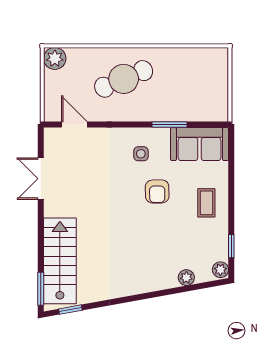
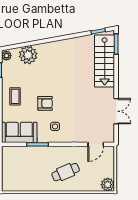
cafe table: (124, 79) -> (66, 172), width x0.73, depth x0.74
door: (74, 124) -> (96, 144), hinge flipped
armchair: (157, 191) -> (45, 103), turned 91
plant: (186, 278) -> (28, 55), width x1.88, depth x1.88

